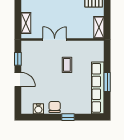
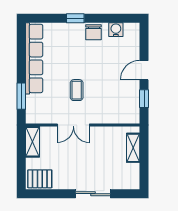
double door: (55, 40) -> (73, 125), moved
door: (18, 79) -> (144, 70), hinge flipped
window: (107, 82) -> (21, 96), moved

